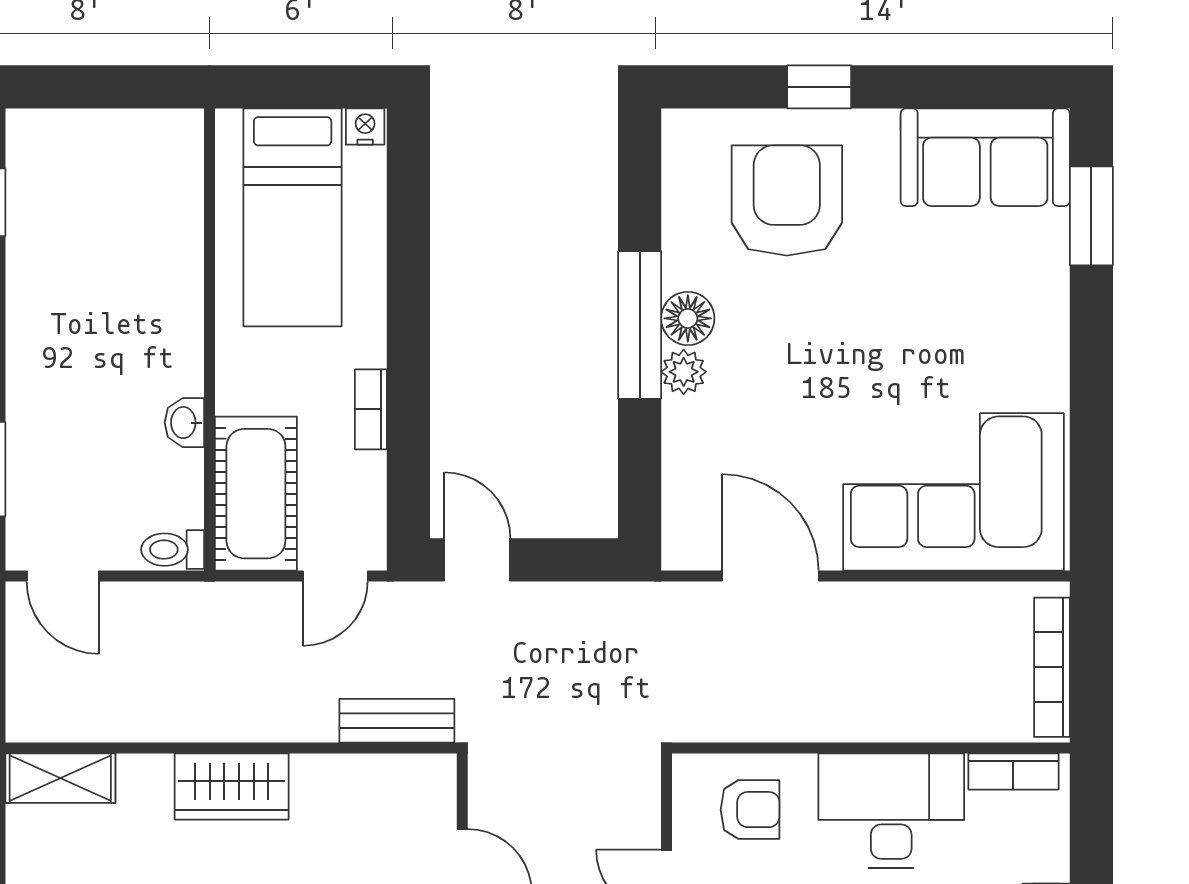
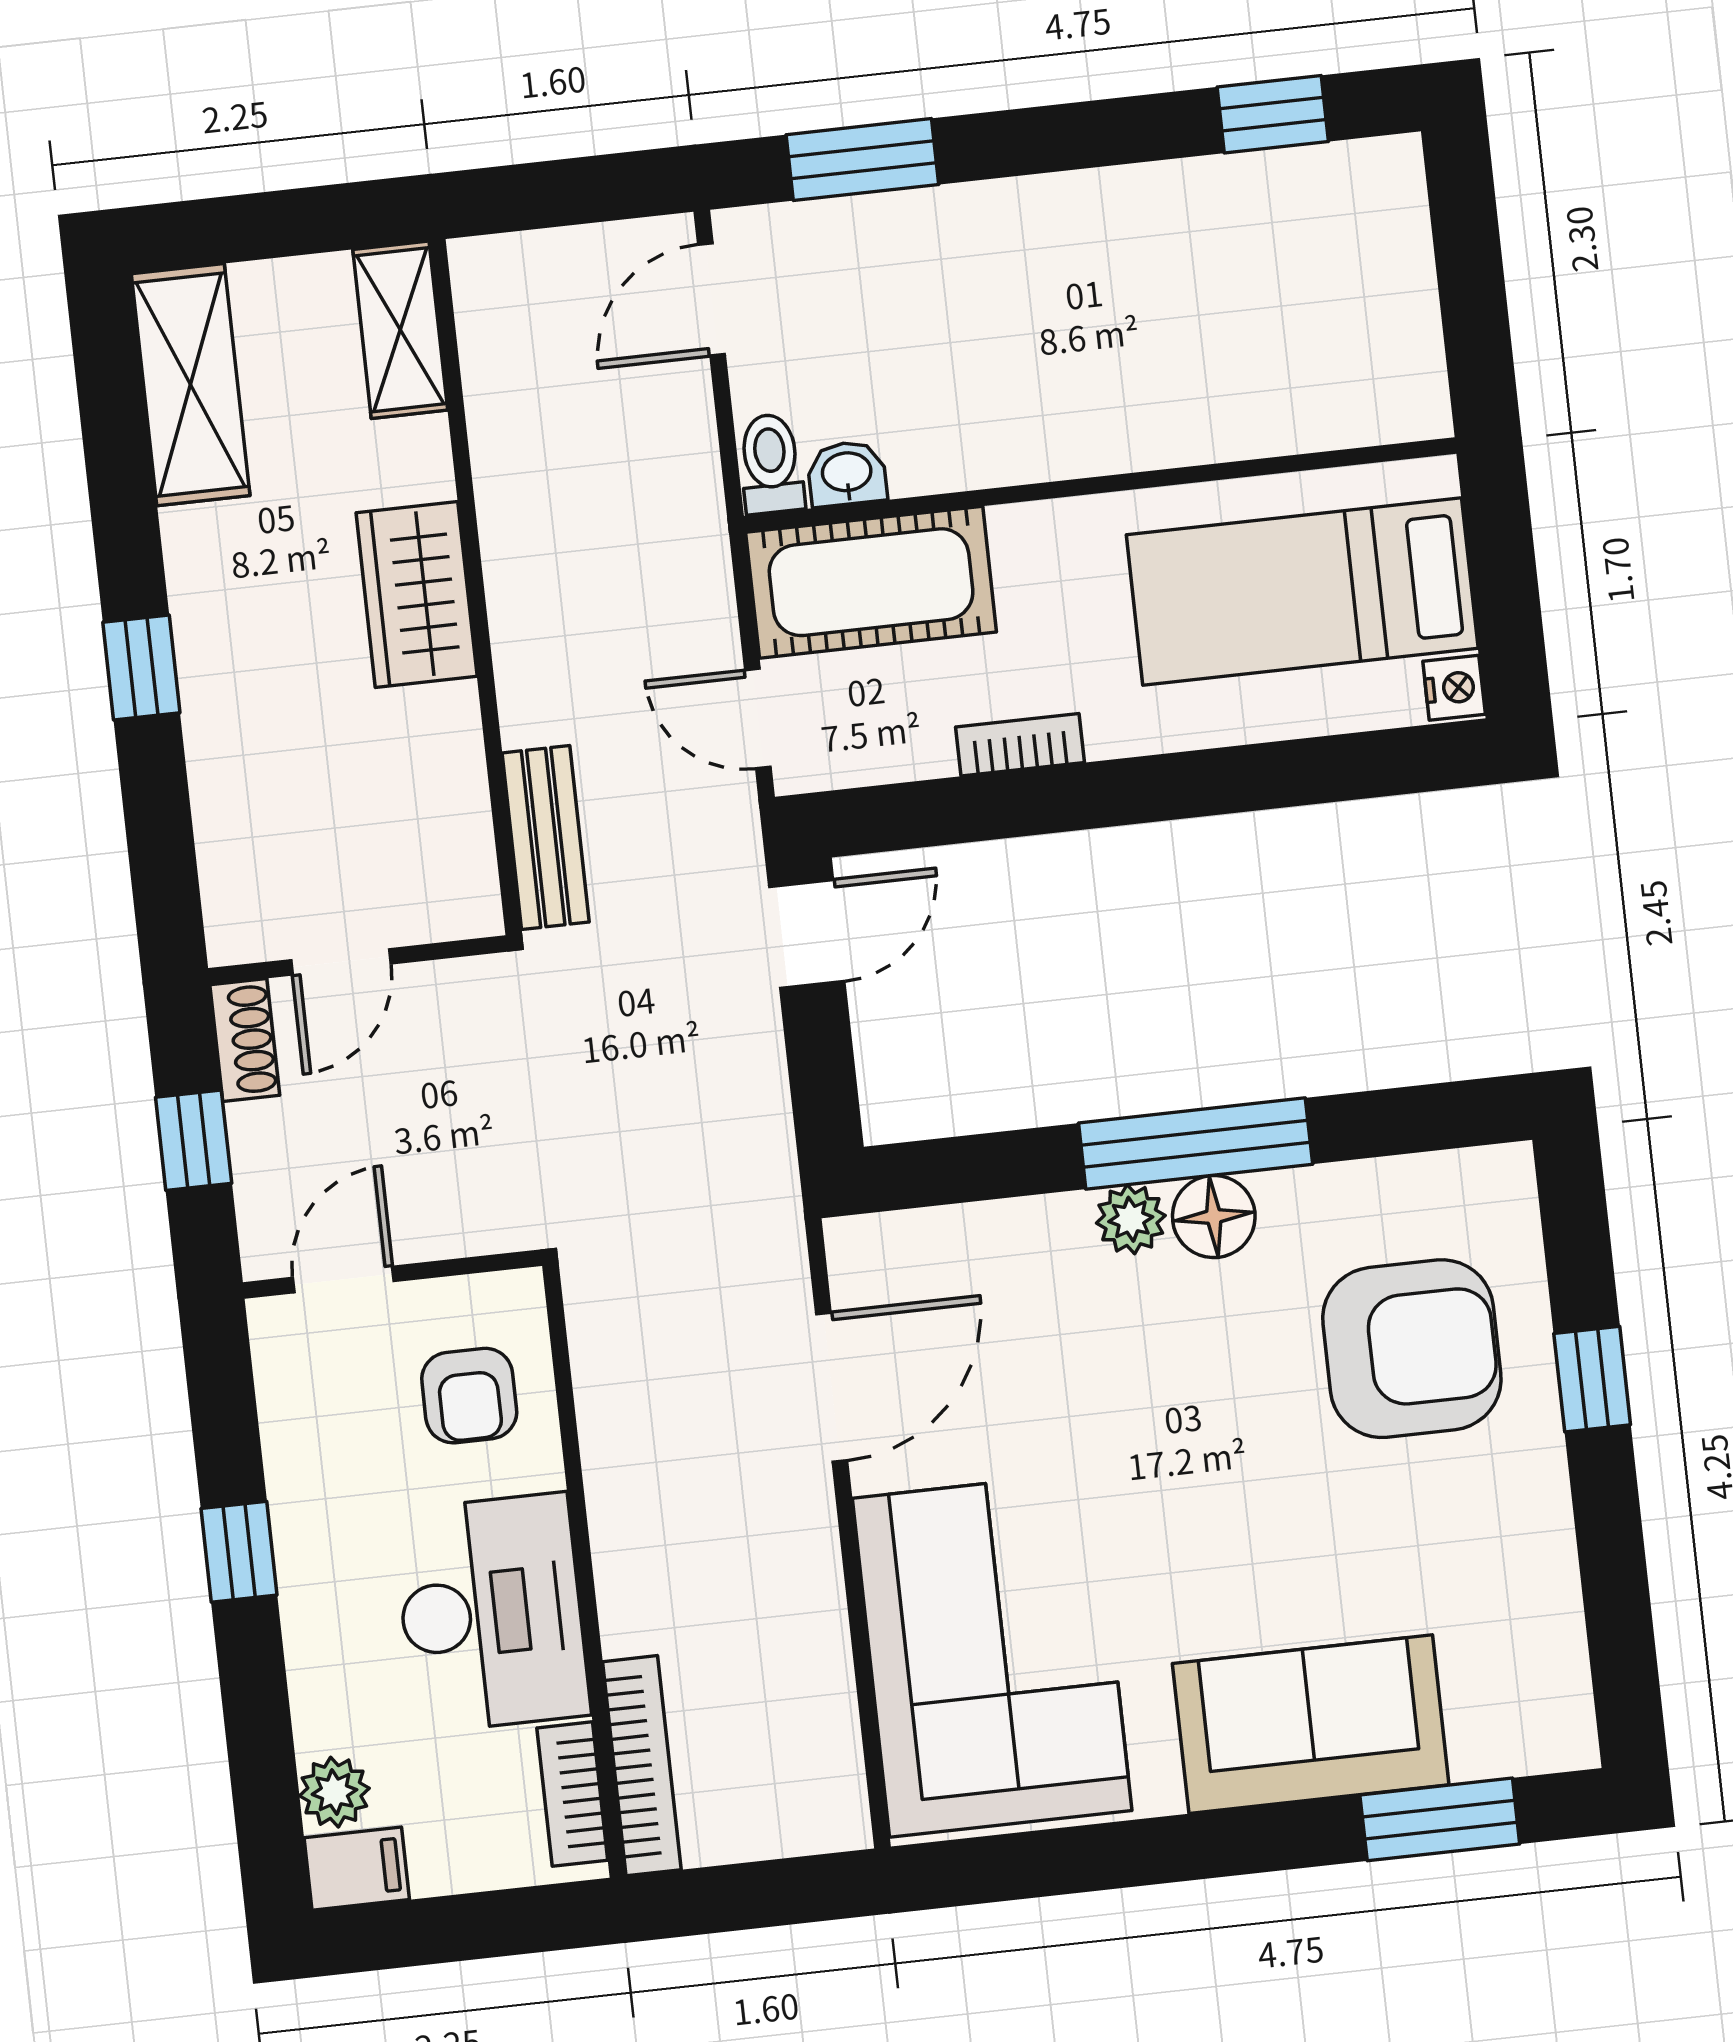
sofa: (985, 157) -> (1311, 1724), moved, turned 90
washbasin: (184, 423) -> (847, 474), moved
bookcase: (1052, 667) -> (642, 1766), moved, turned 90

